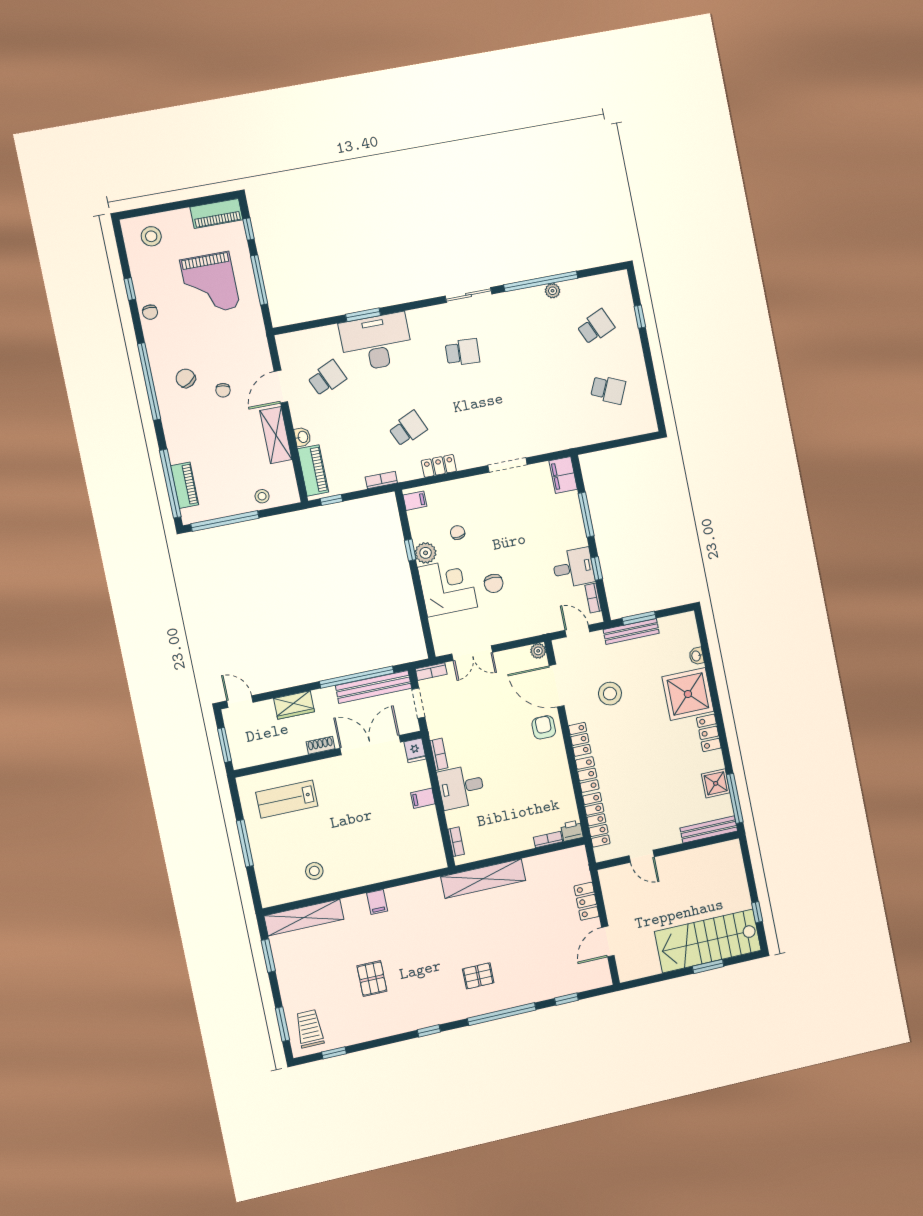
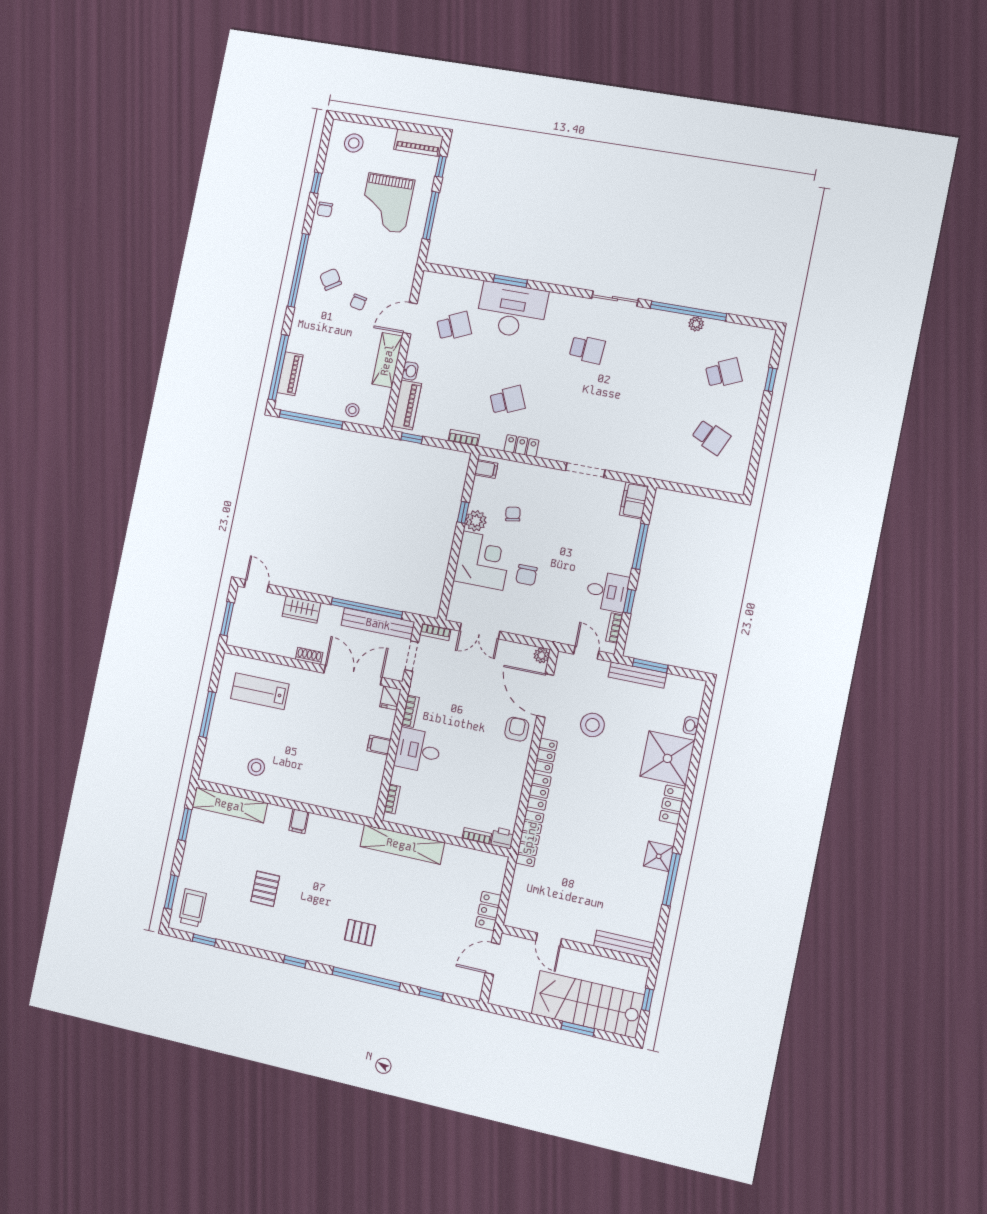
bench: (709, 829) -> (624, 945), moved
wall: (668, 850) -> (576, 946), moved
door: (642, 856) -> (549, 940), moved

